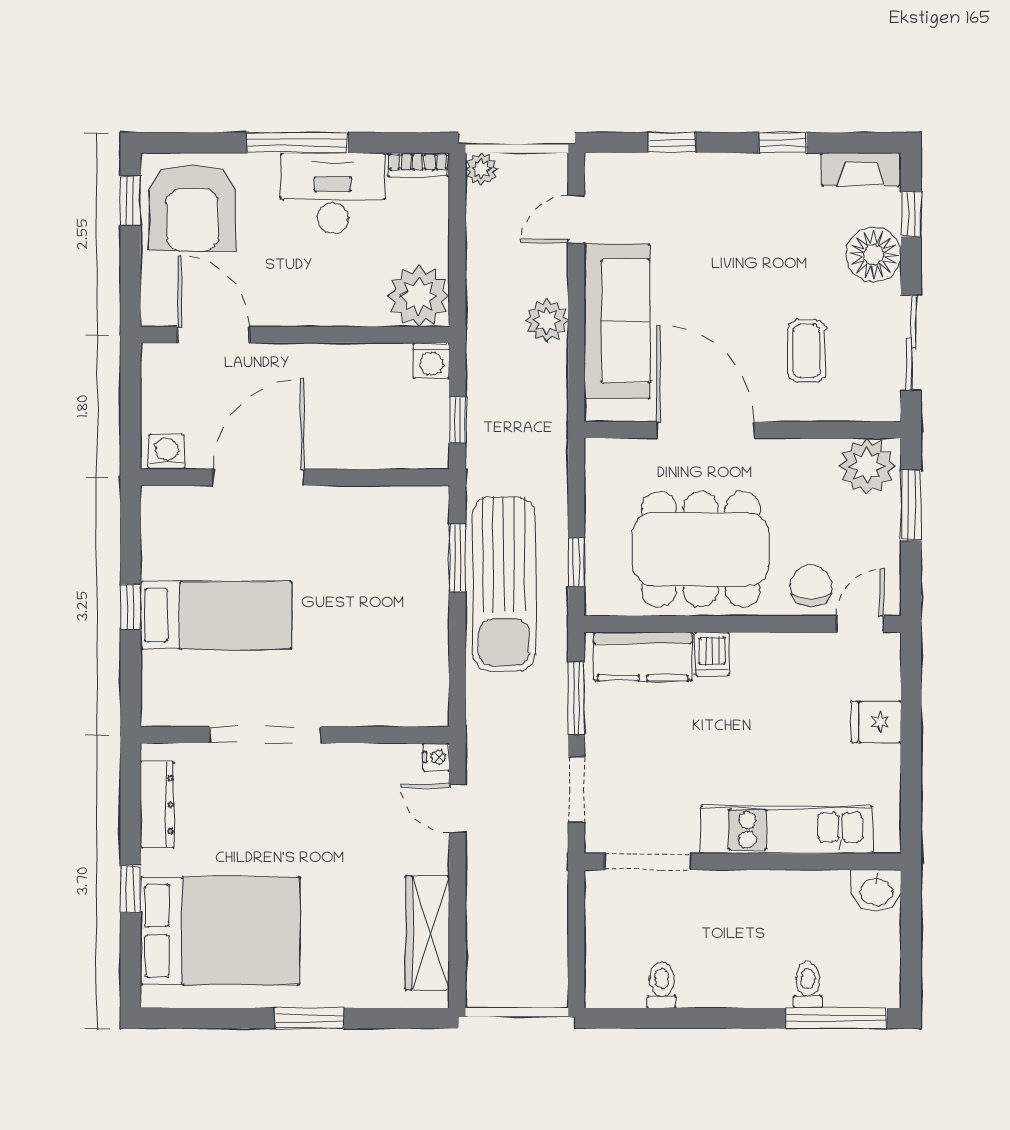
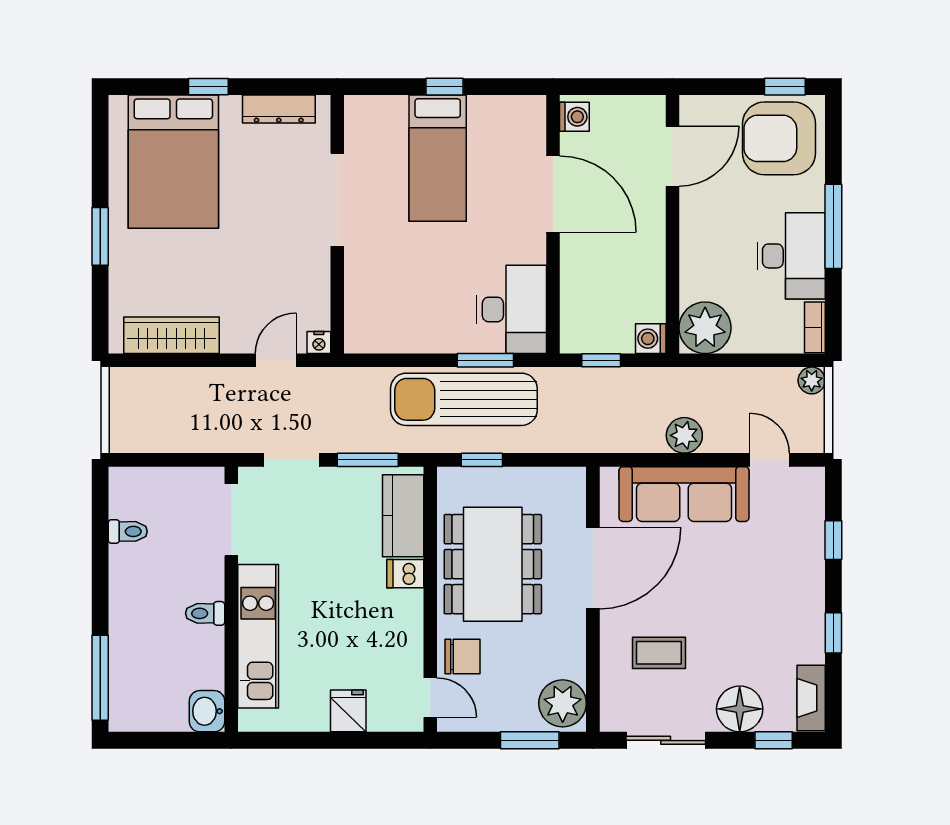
desk: (397, 527) -> (512, 309), added
toilet: (808, 985) -> (205, 613), moved, turned 180

